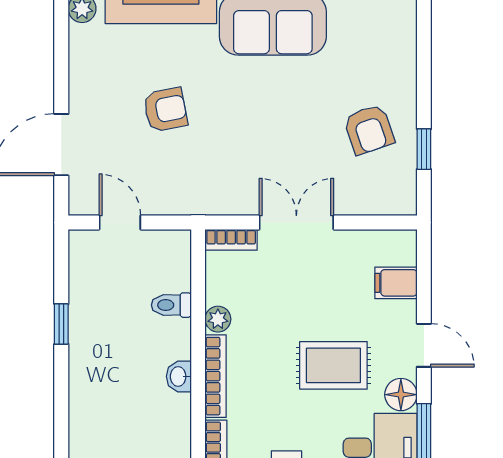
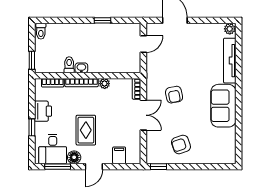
armchair: (165, 110) -> (174, 95), moved
window: (424, 149) -> (158, 167), moved
toilet: (171, 305) -> (69, 65), moved

